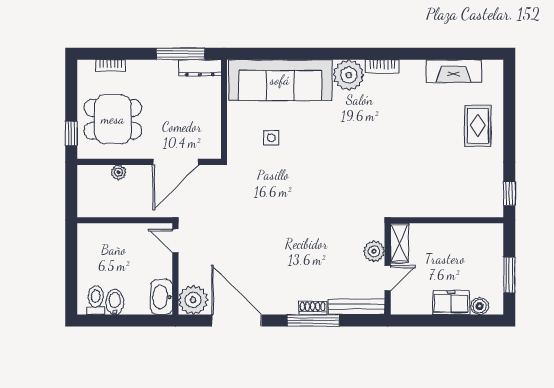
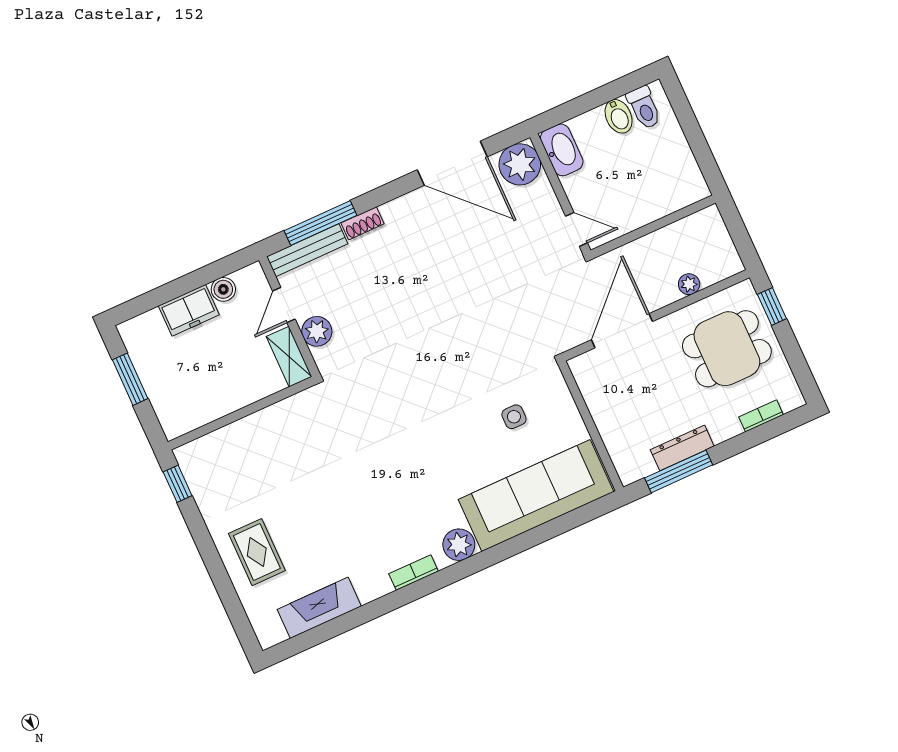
dresser: (200, 68) -> (682, 448), moved
plant: (349, 75) -> (459, 545), width x0.73, depth x0.73
boiler: (480, 306) -> (223, 289), moved
window: (313, 321) -> (321, 223), moved

